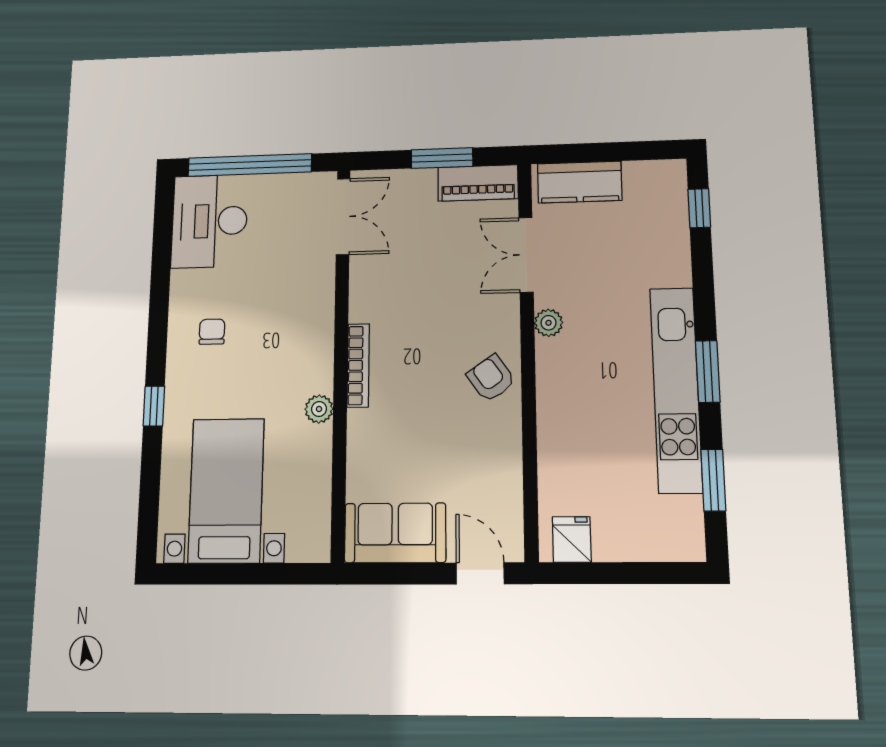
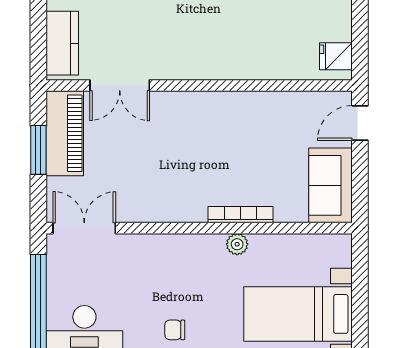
piano: (478, 183) -> (65, 133), width x1.37, depth x1.33
plant: (549, 323) -> (174, 69), removed
bookcase: (358, 365) -> (241, 215), moved
armchair: (491, 378) -> (216, 113), removed

